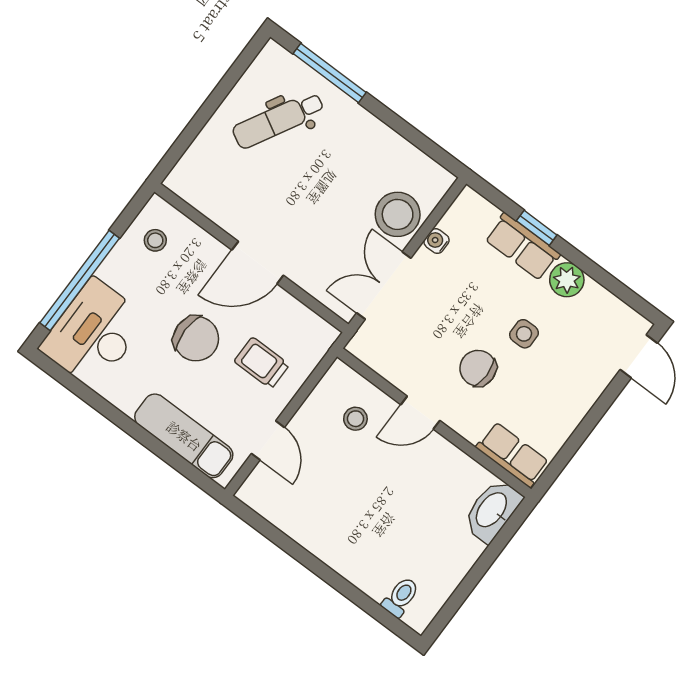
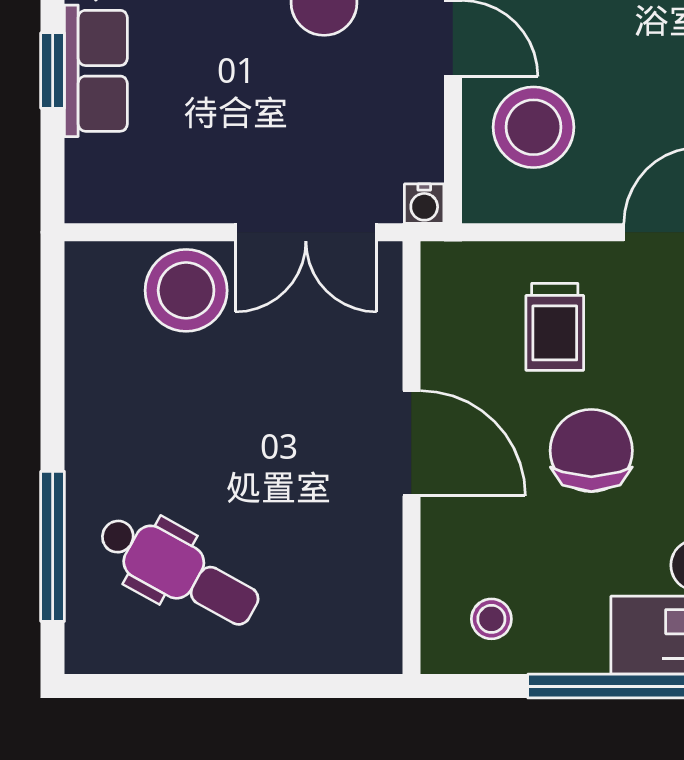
water cooler: (437, 241) -> (424, 204), moved
stool: (355, 419) -> (534, 127), width x1.89, depth x1.89

